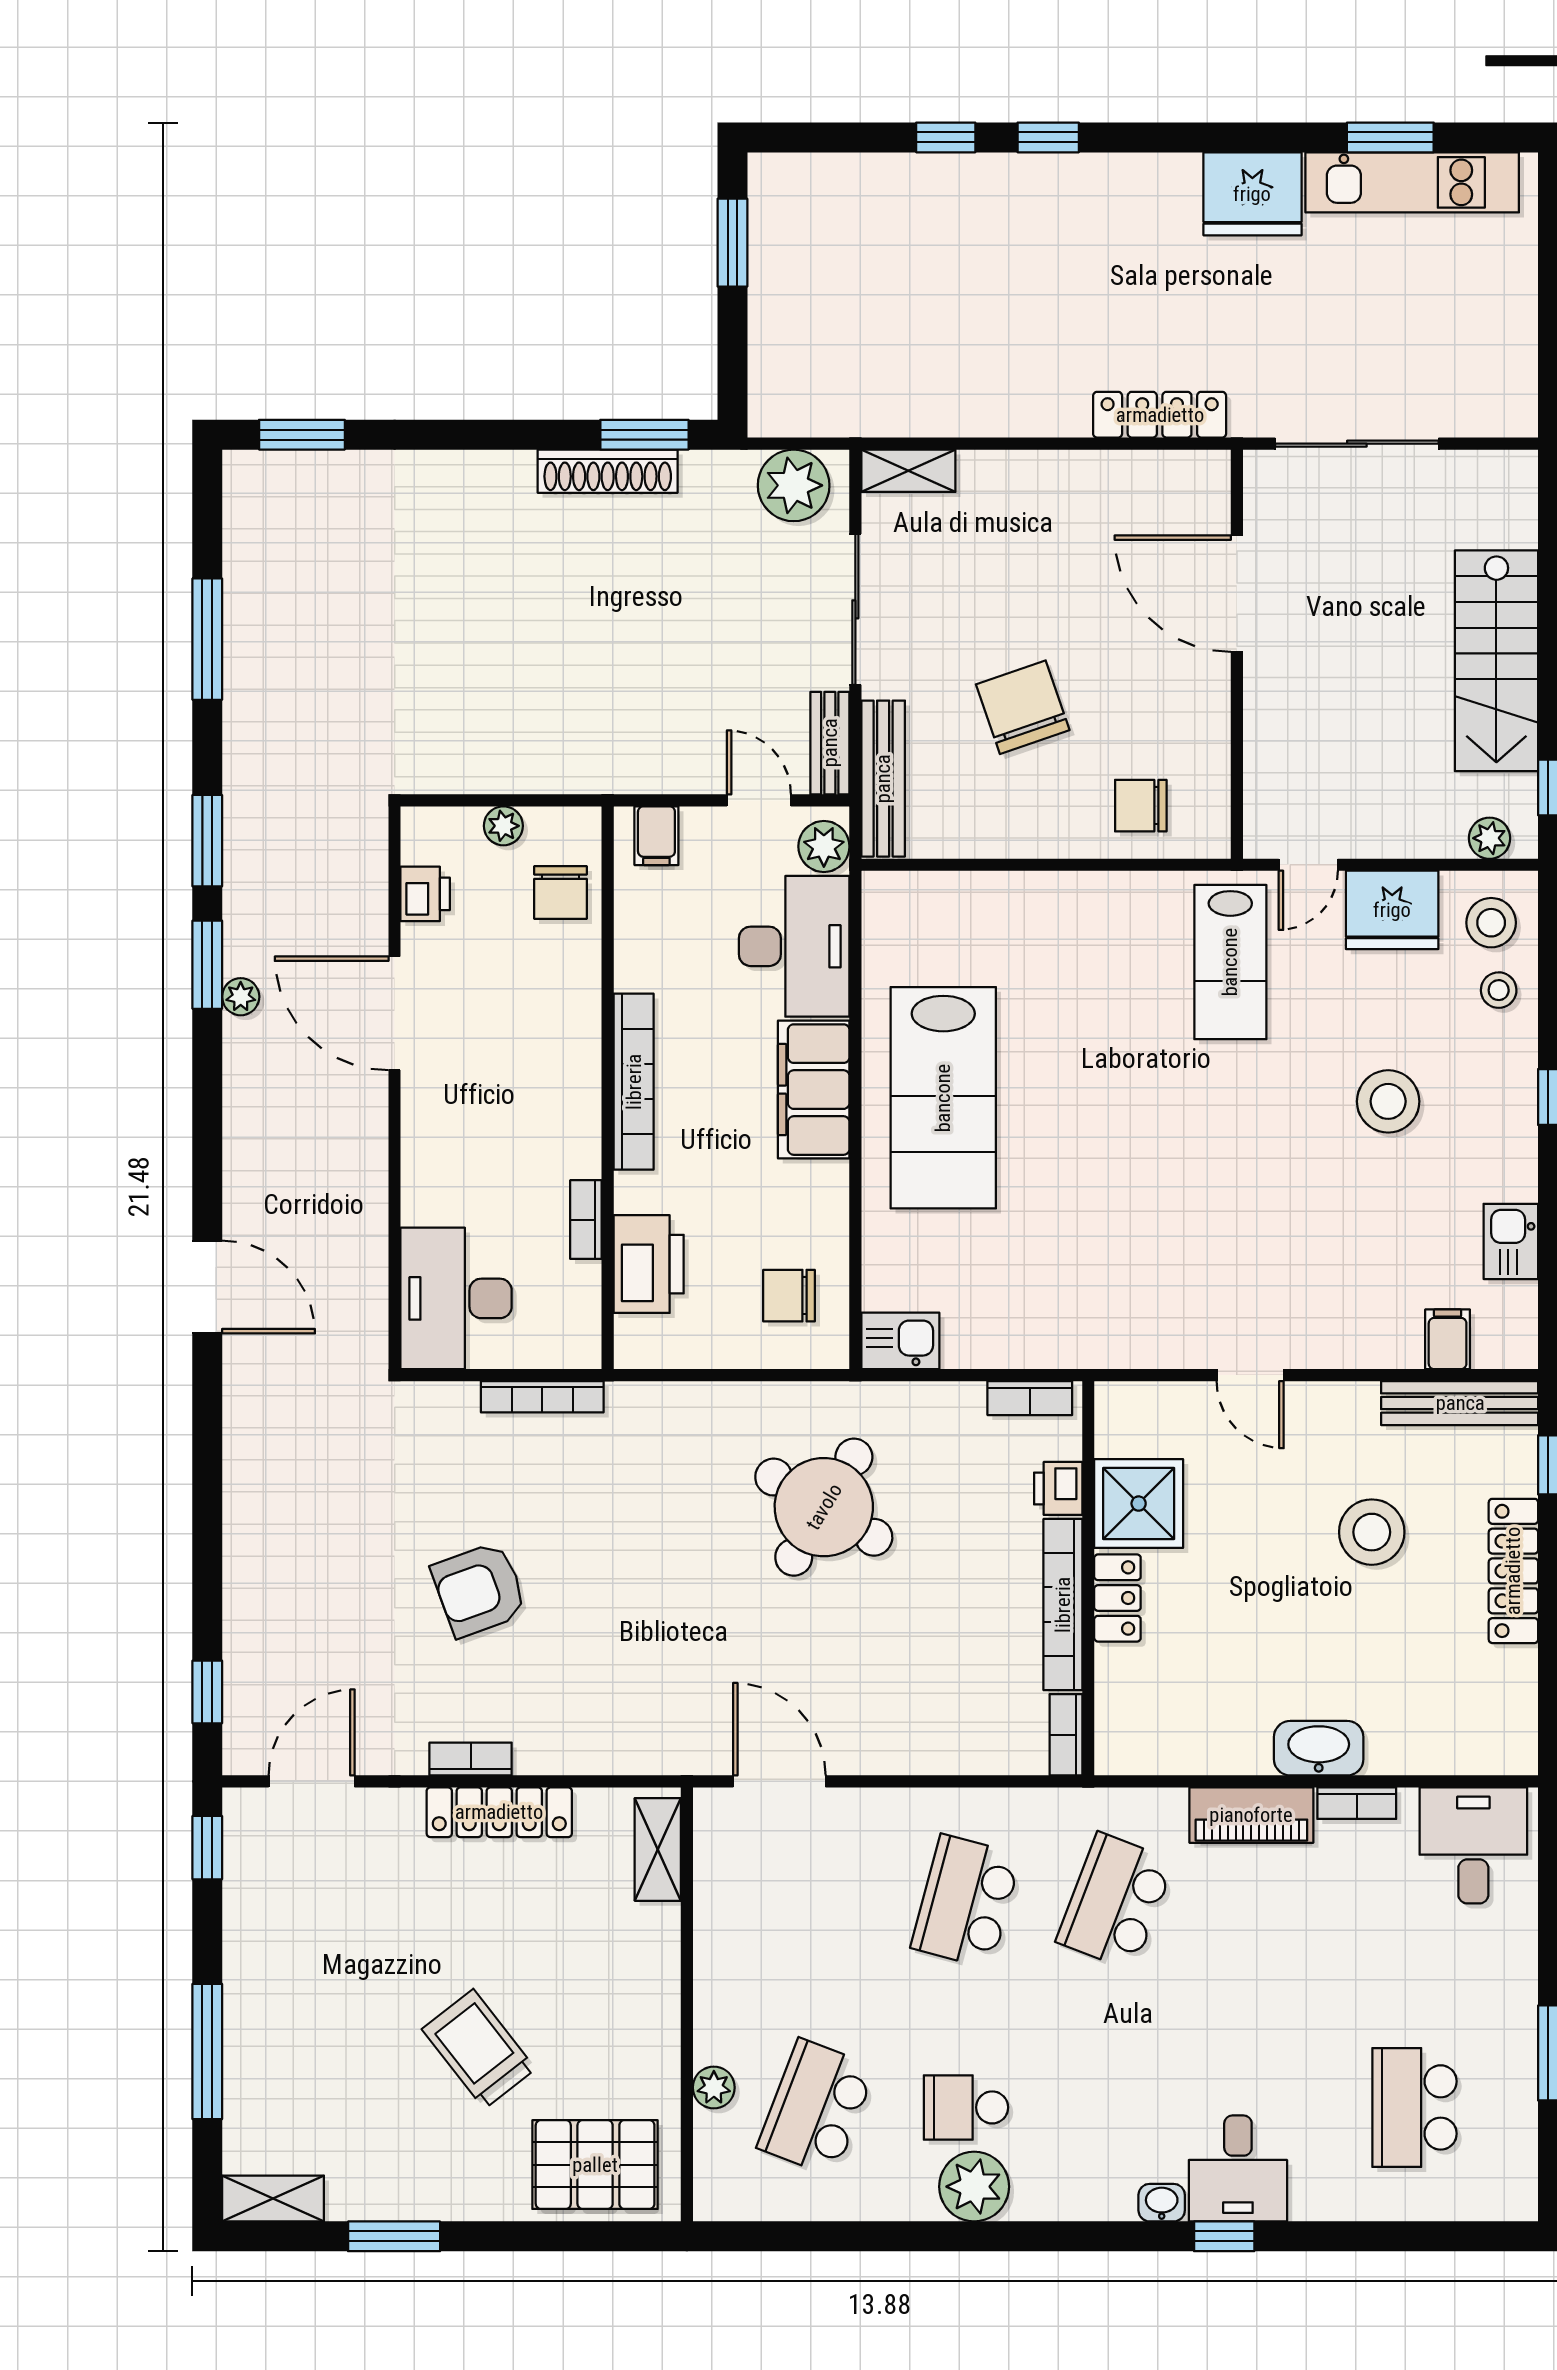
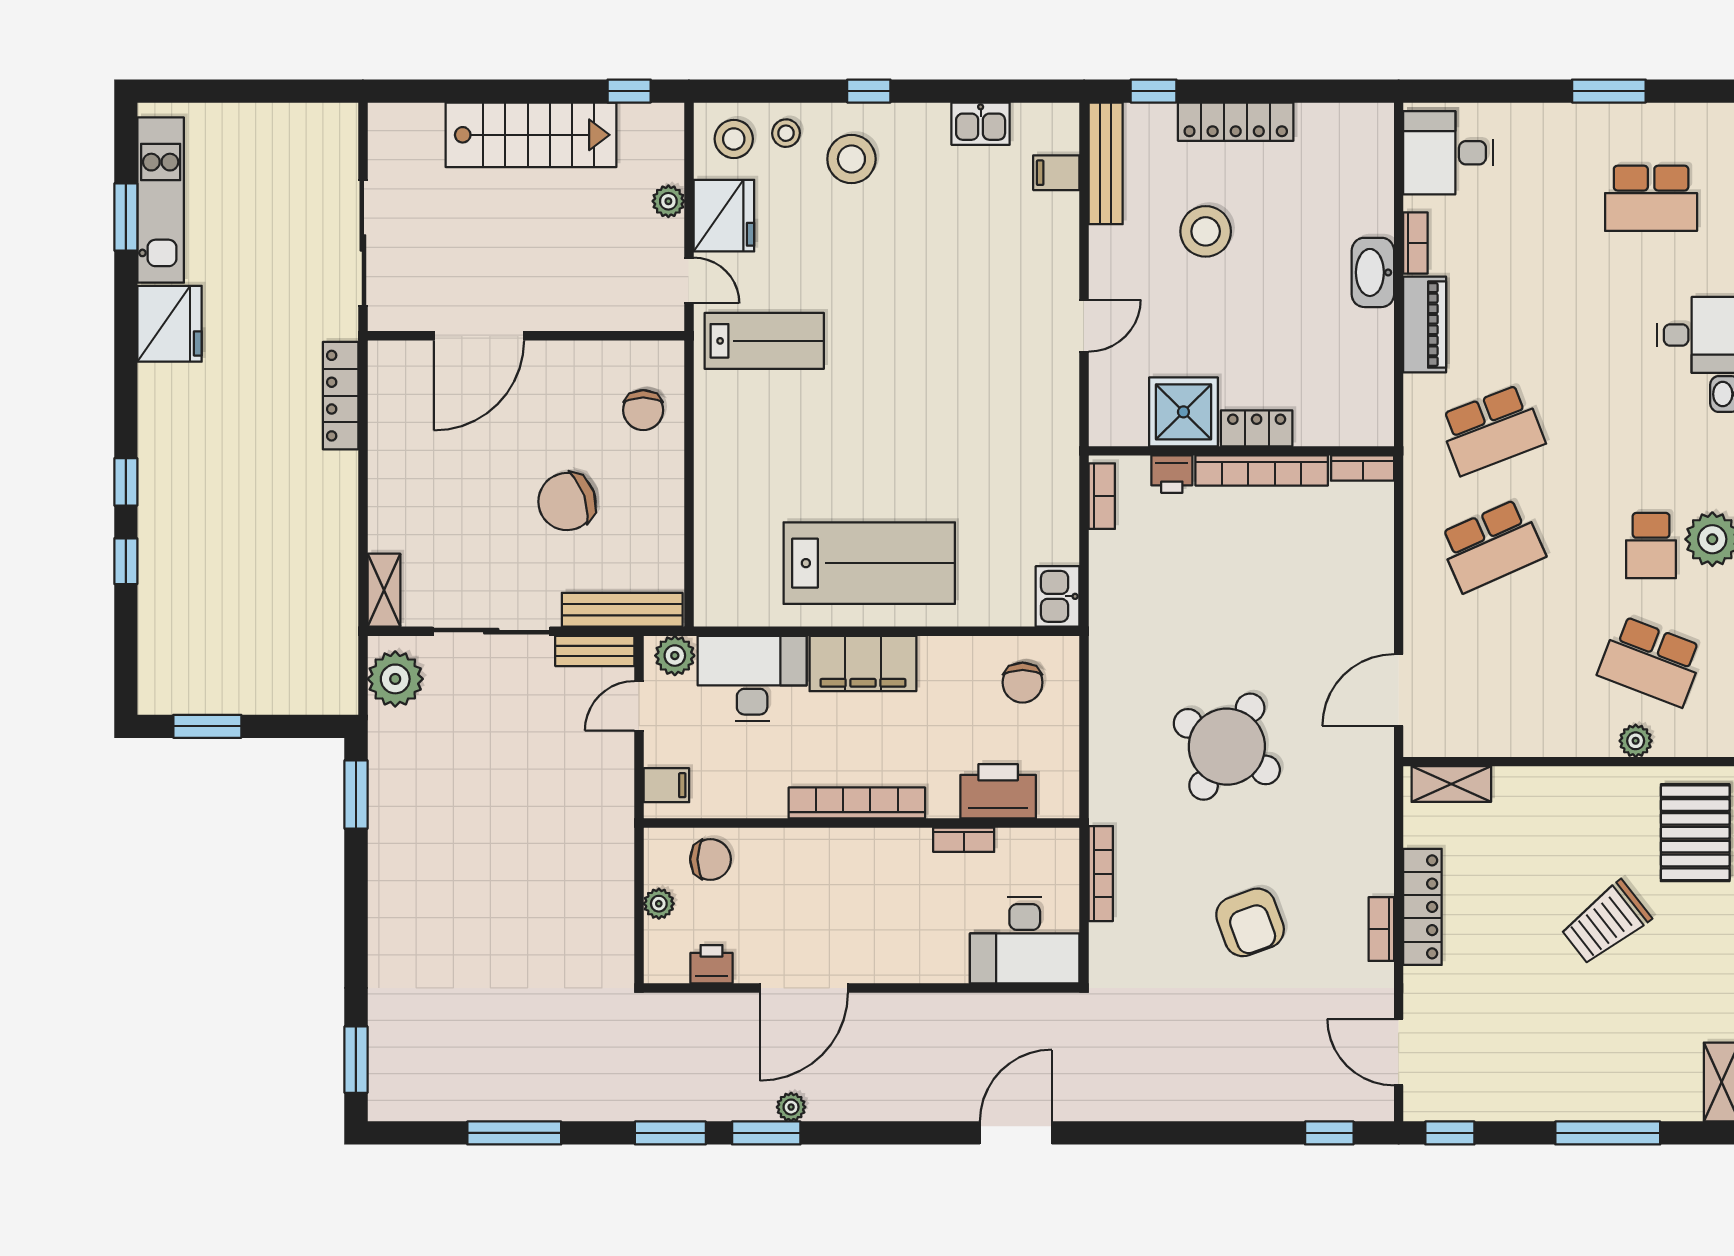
shoe rack: (608, 471) -> (384, 823), removed
plant: (1490, 838) -> (668, 201), moved
stool: (1388, 1101) -> (851, 159), moved
round table: (824, 1507) -> (1227, 747), moved
school desk: (966, 1901) -> (1491, 546), turned -39
school desk: (1115, 1901) -> (1491, 430), turned -42

